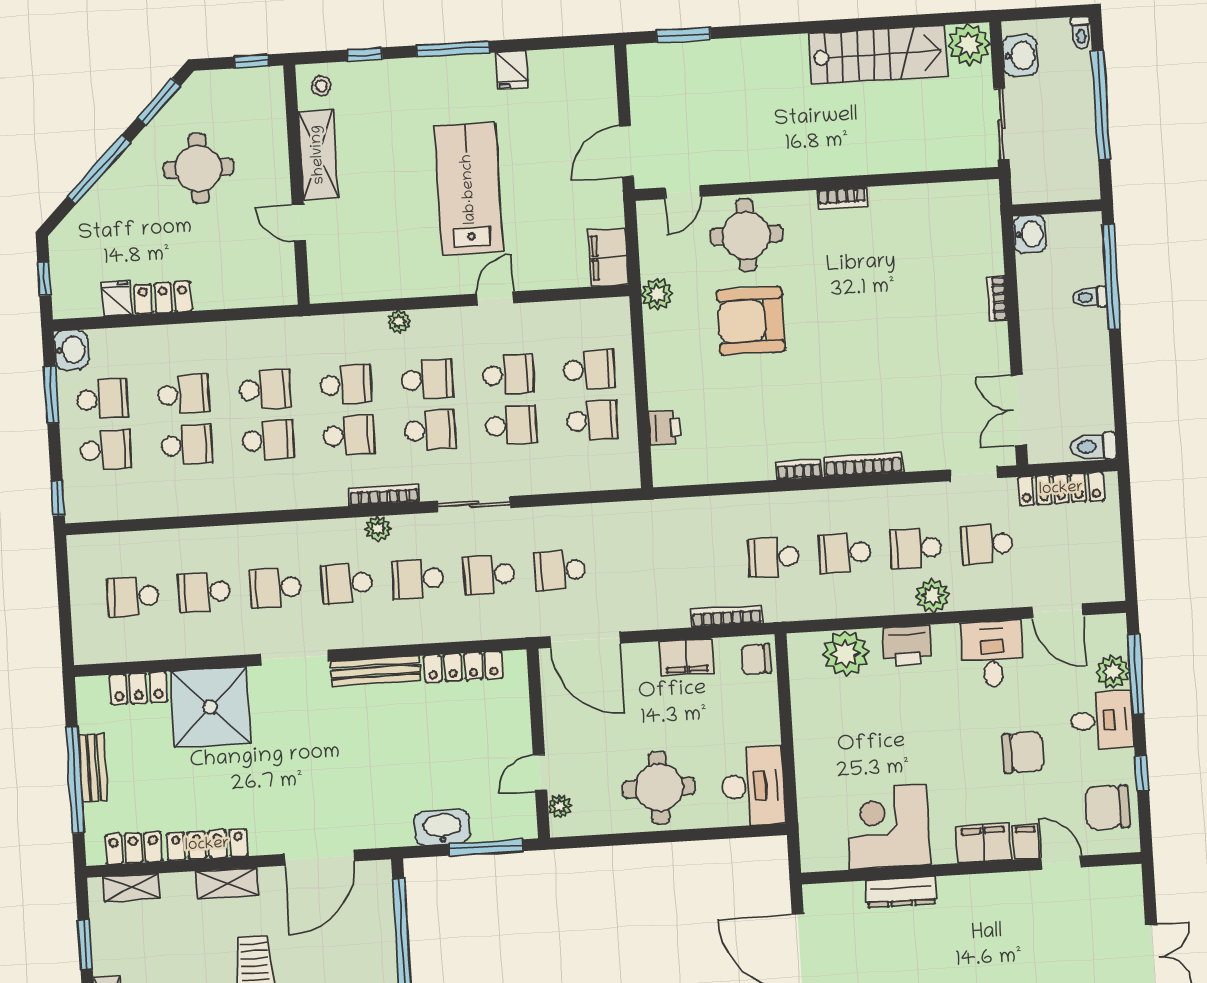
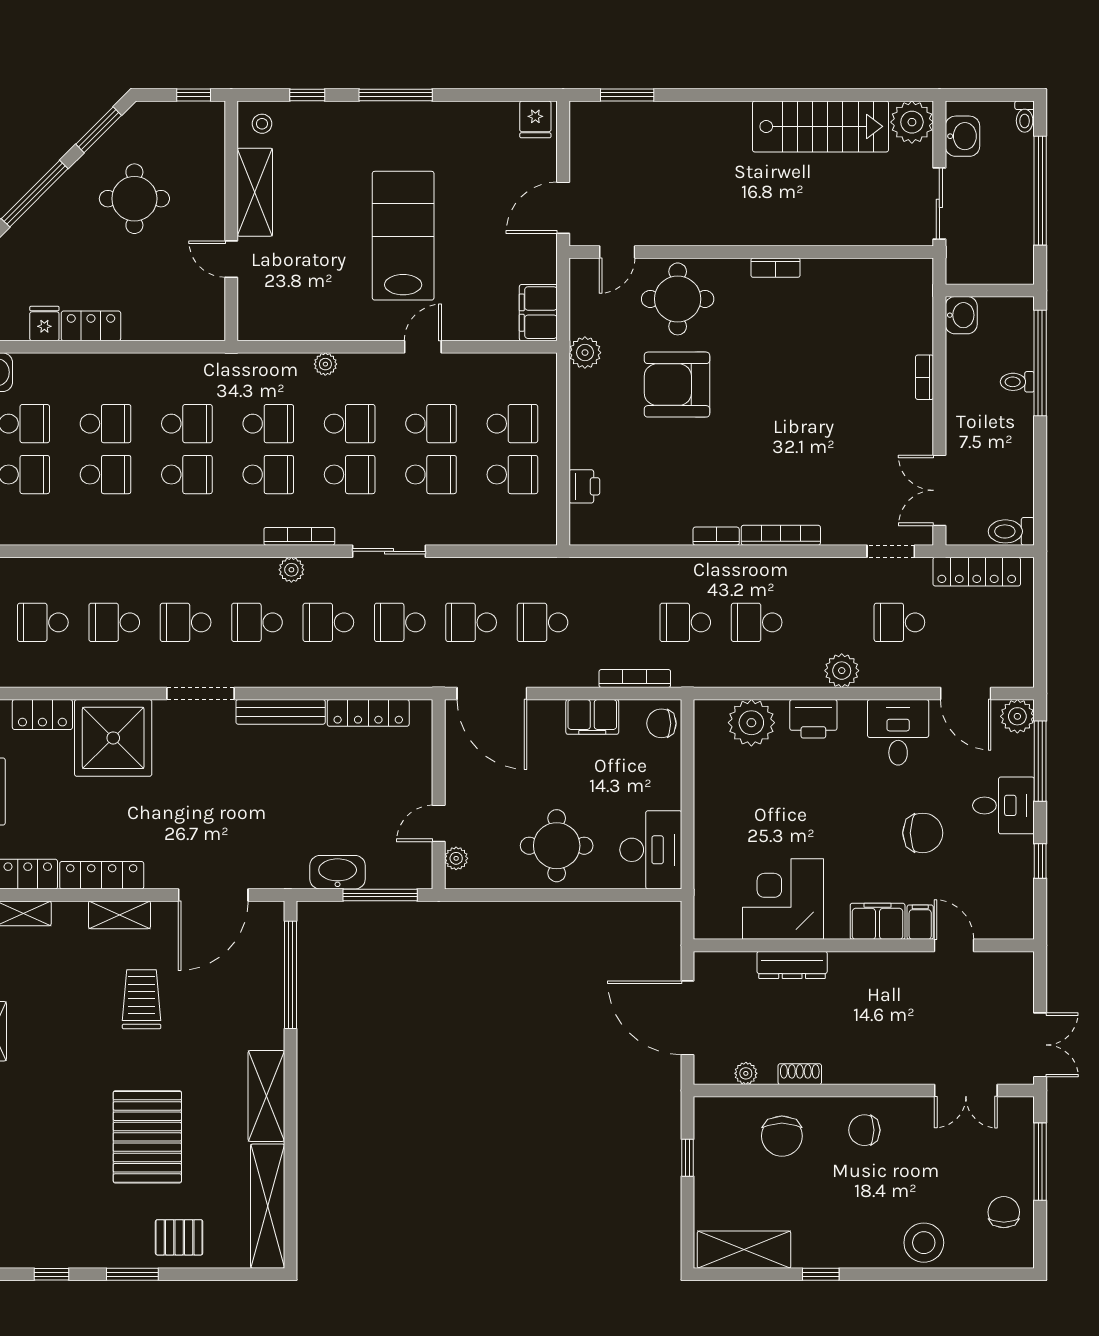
fridge: (512, 70) -> (535, 119), moved
school desk: (916, 548) -> (543, 622), moved
plant: (1113, 672) -> (1017, 716), moved
chair: (1107, 807) -> (1004, 893), removed

